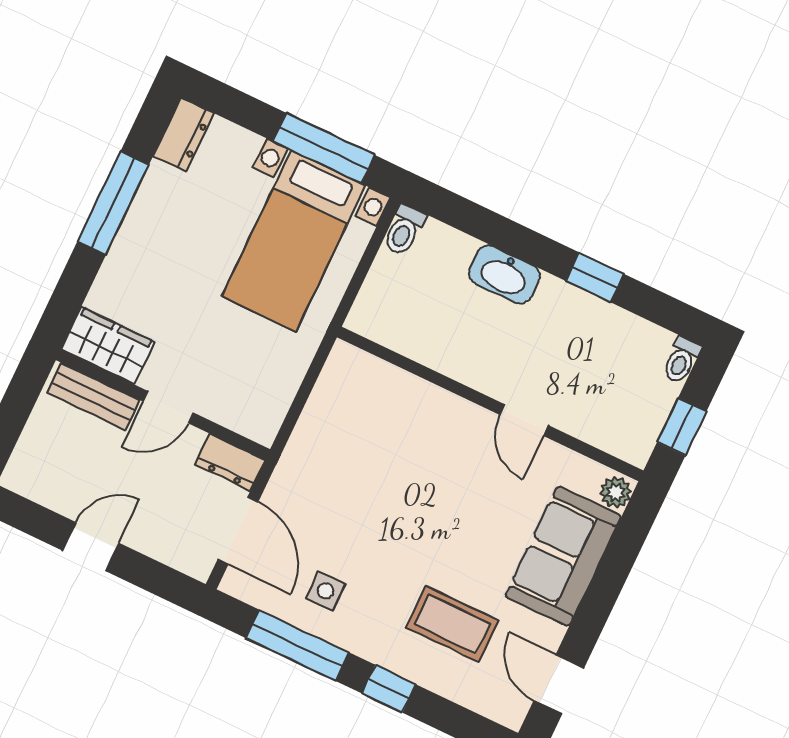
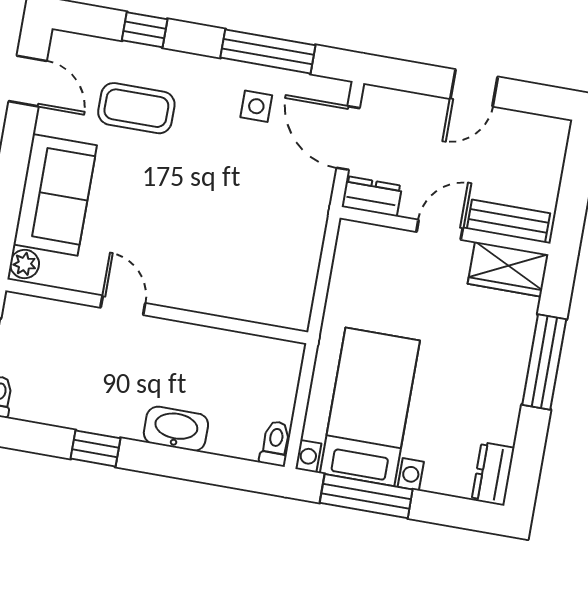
window: (113, 203) -> (544, 362), moved
window: (389, 689) -> (145, 30), moved

